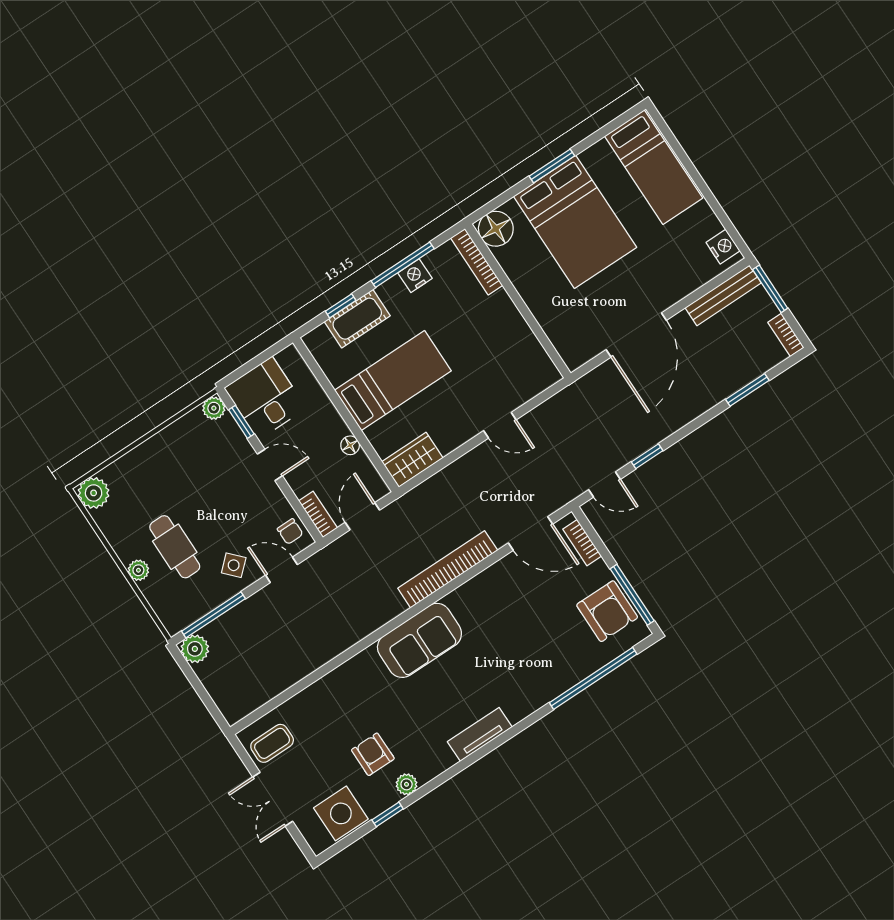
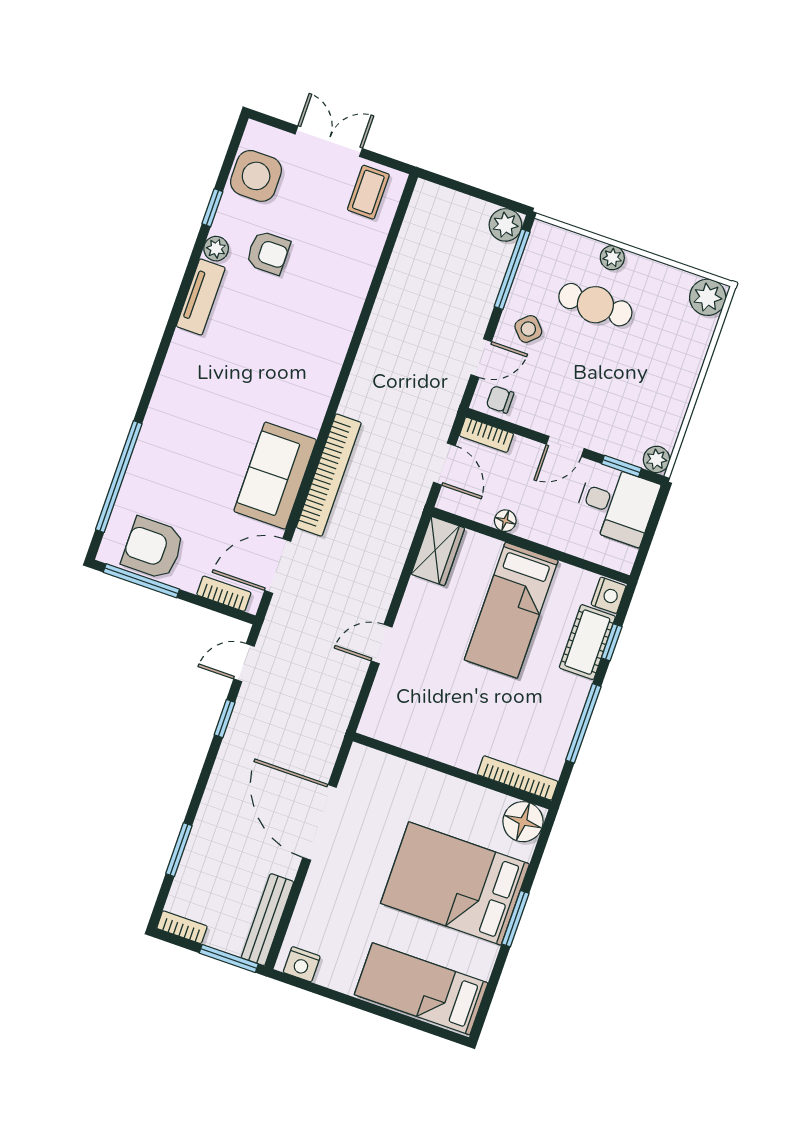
nightstand: (415, 276) -> (609, 595), moved
sofa: (419, 640) -> (275, 476), moved
tv unit: (480, 734) -> (201, 297), moved

